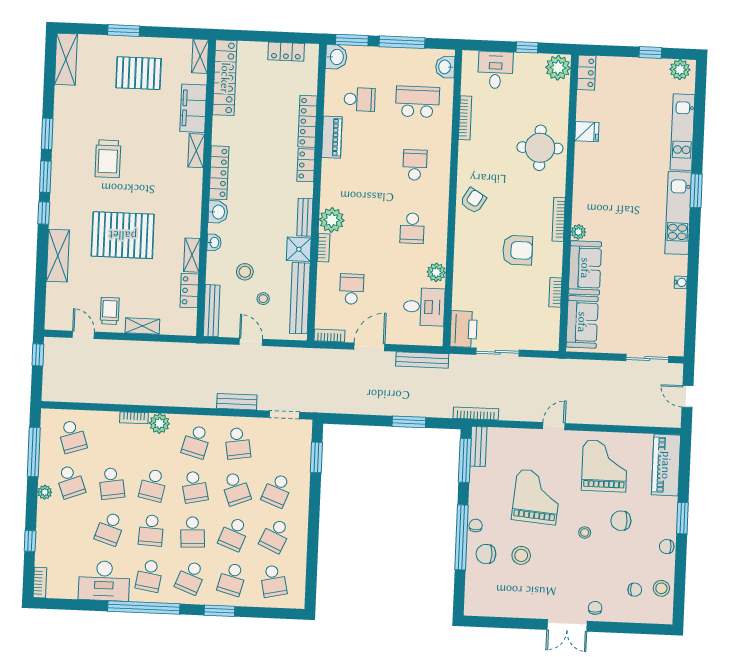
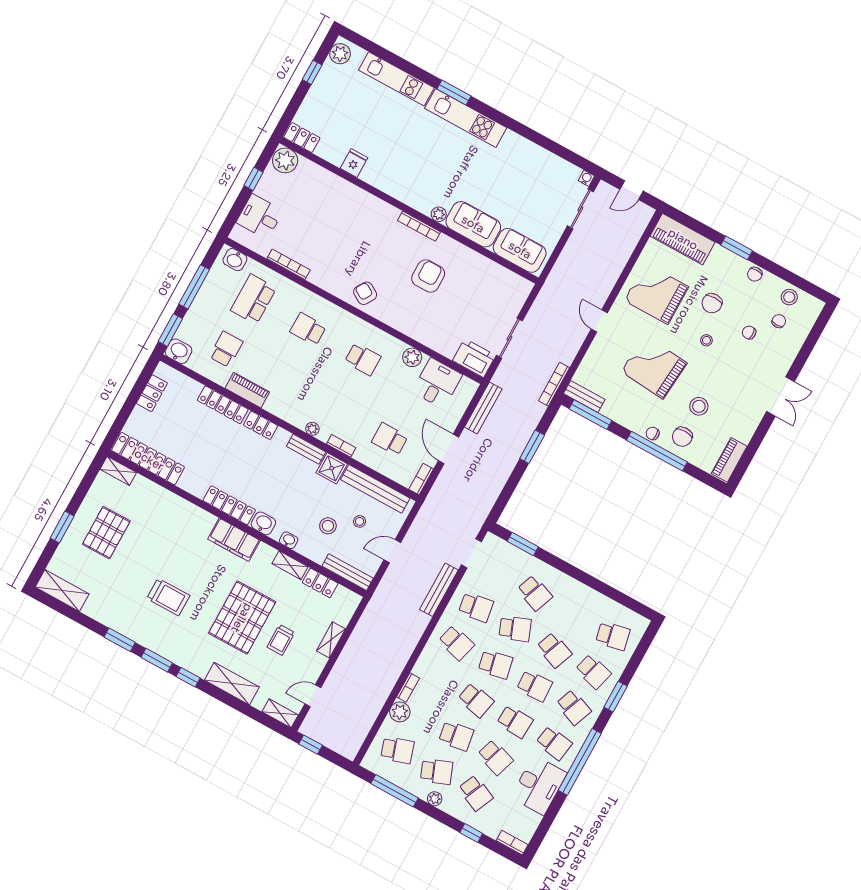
filing cabinet: (193, 108) -> (234, 540), moved
round table: (540, 148) -> (348, 211), removed
shelving: (196, 151) -> (280, 713), moved
plant: (332, 220) -> (312, 429), width x0.53, depth x0.53
water cooler: (681, 282) -> (586, 178), moved
bookcase: (555, 292) -> (482, 261), removed
trolley: (110, 311) -> (281, 640), moved, turned -90
bench: (237, 402) -> (439, 590), width x1.36
plant: (159, 423) -> (400, 712), moved
school desk: (275, 536) -> (476, 793), moved
piano: (486, 607) -> (729, 460), added
chair: (595, 608) -> (749, 333), moved

